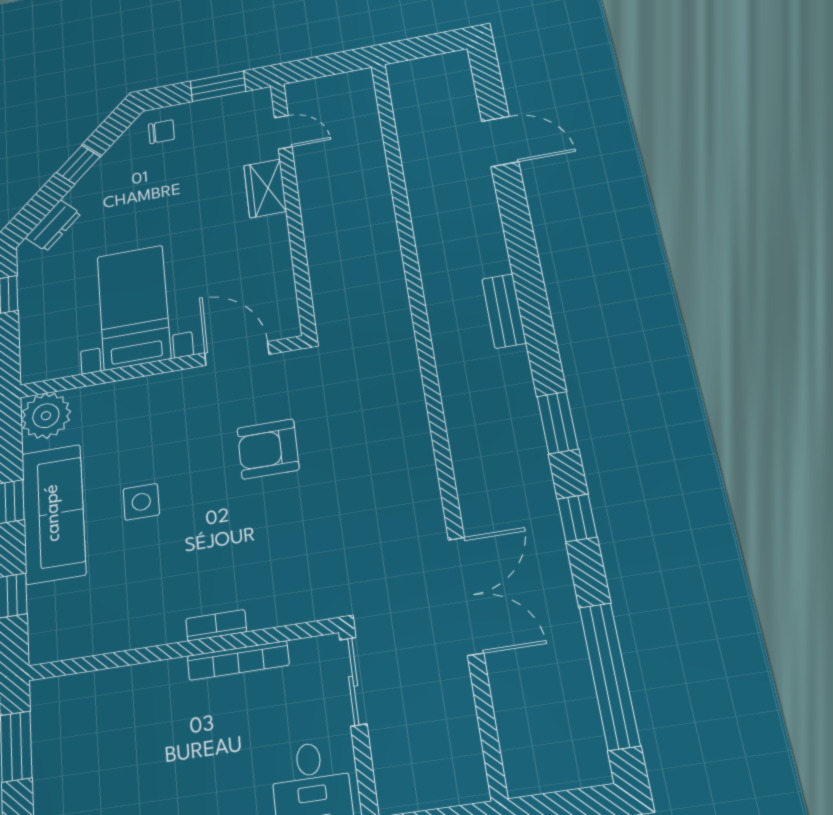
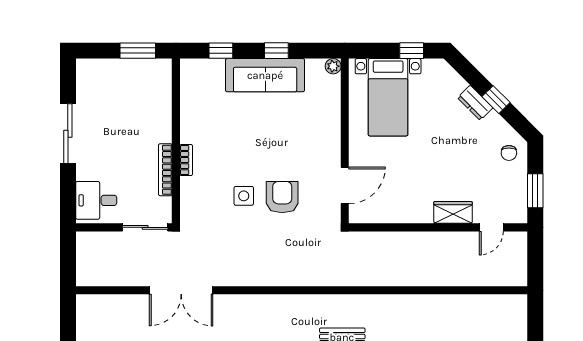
dresser: (53, 226) -> (475, 103), moved
bed with nightstands: (134, 307) -> (388, 97), moved, turned 90
plant: (46, 416) -> (333, 66), width x0.53, depth x0.53
side table: (141, 502) -> (244, 196), moved

